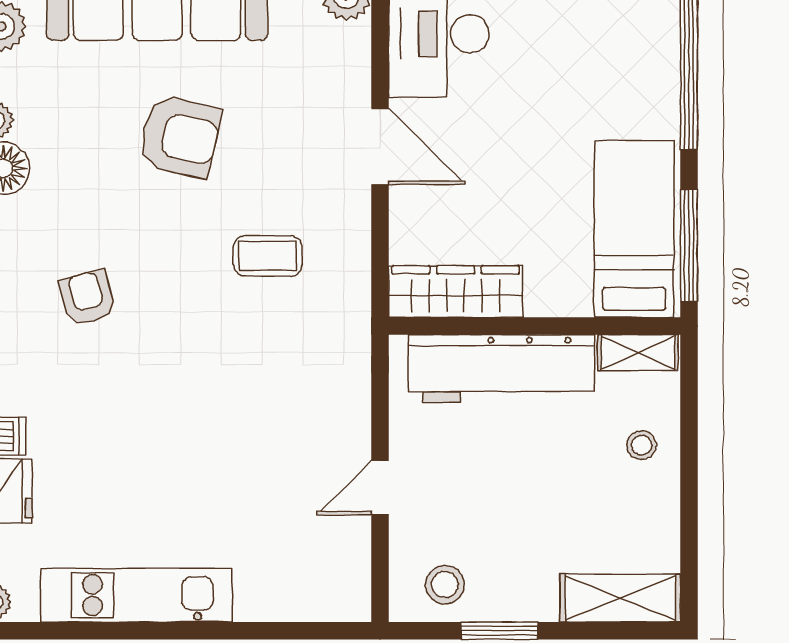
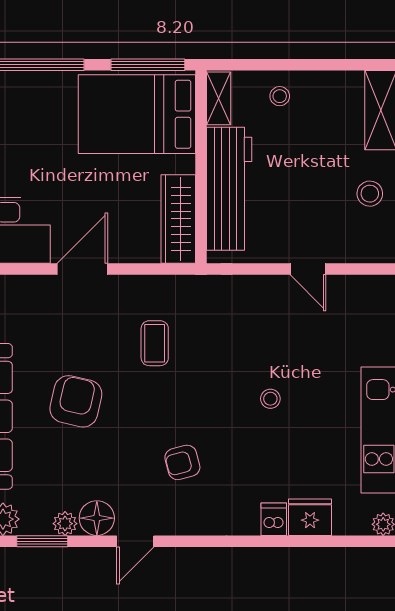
bed: (634, 229) -> (137, 114), width x1.50
stool: (184, 431) -> (270, 399), added
stool: (445, 585) -> (370, 194), moved

